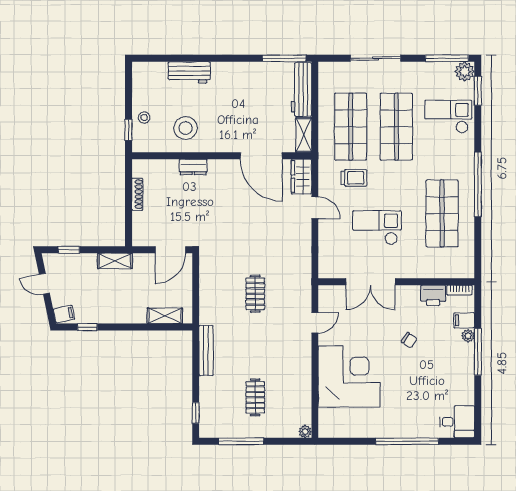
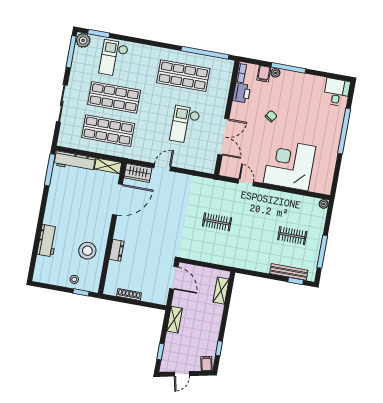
trolley: (354, 178) -> (146, 135), removed
window: (478, 184) -> (205, 53), moved
bench: (206, 350) -> (289, 272), moved

